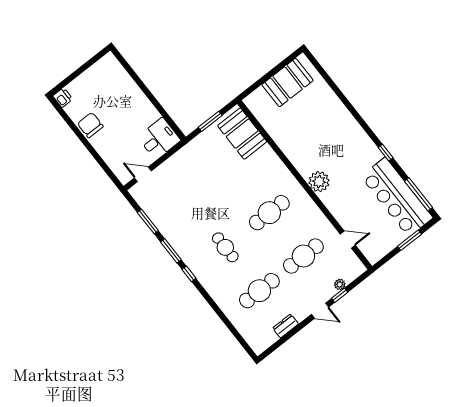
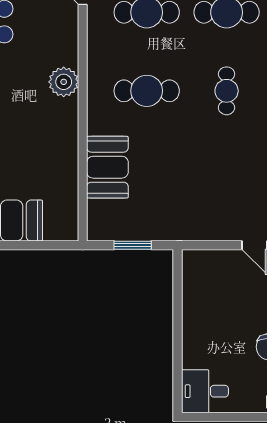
booth: (242, 134) -> (107, 167), moved
desk: (159, 139) -> (205, 391), moved

